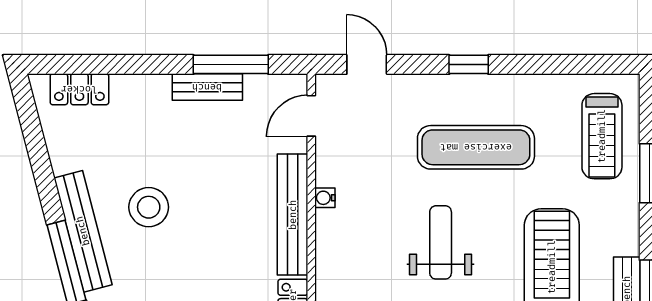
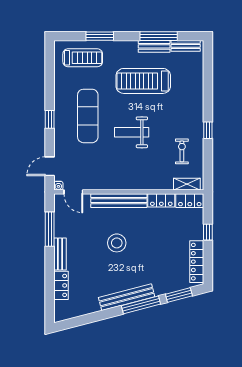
bench: (207, 87) -> (60, 254), moved
locker: (79, 89) -> (61, 285), moved
water cooler: (325, 198) -> (58, 186), moved
stool: (149, 207) -> (117, 243), moved

